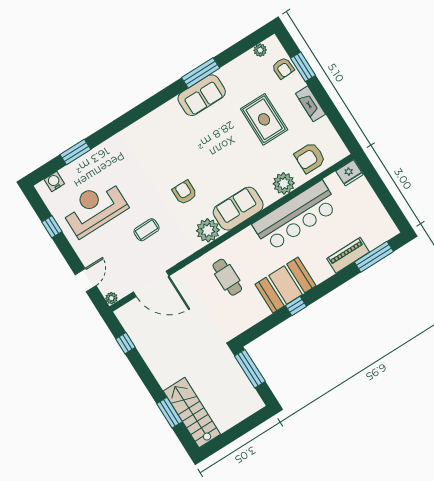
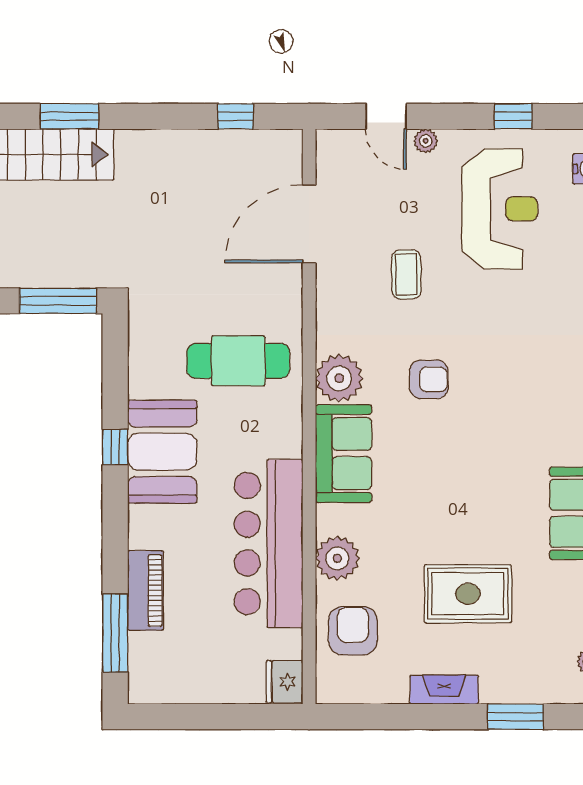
armchair: (283, 68) -> (535, 681), removed
cafe table: (227, 277) -> (238, 361), width x1.37, depth x1.35
plant: (111, 298) -> (426, 141), moved

